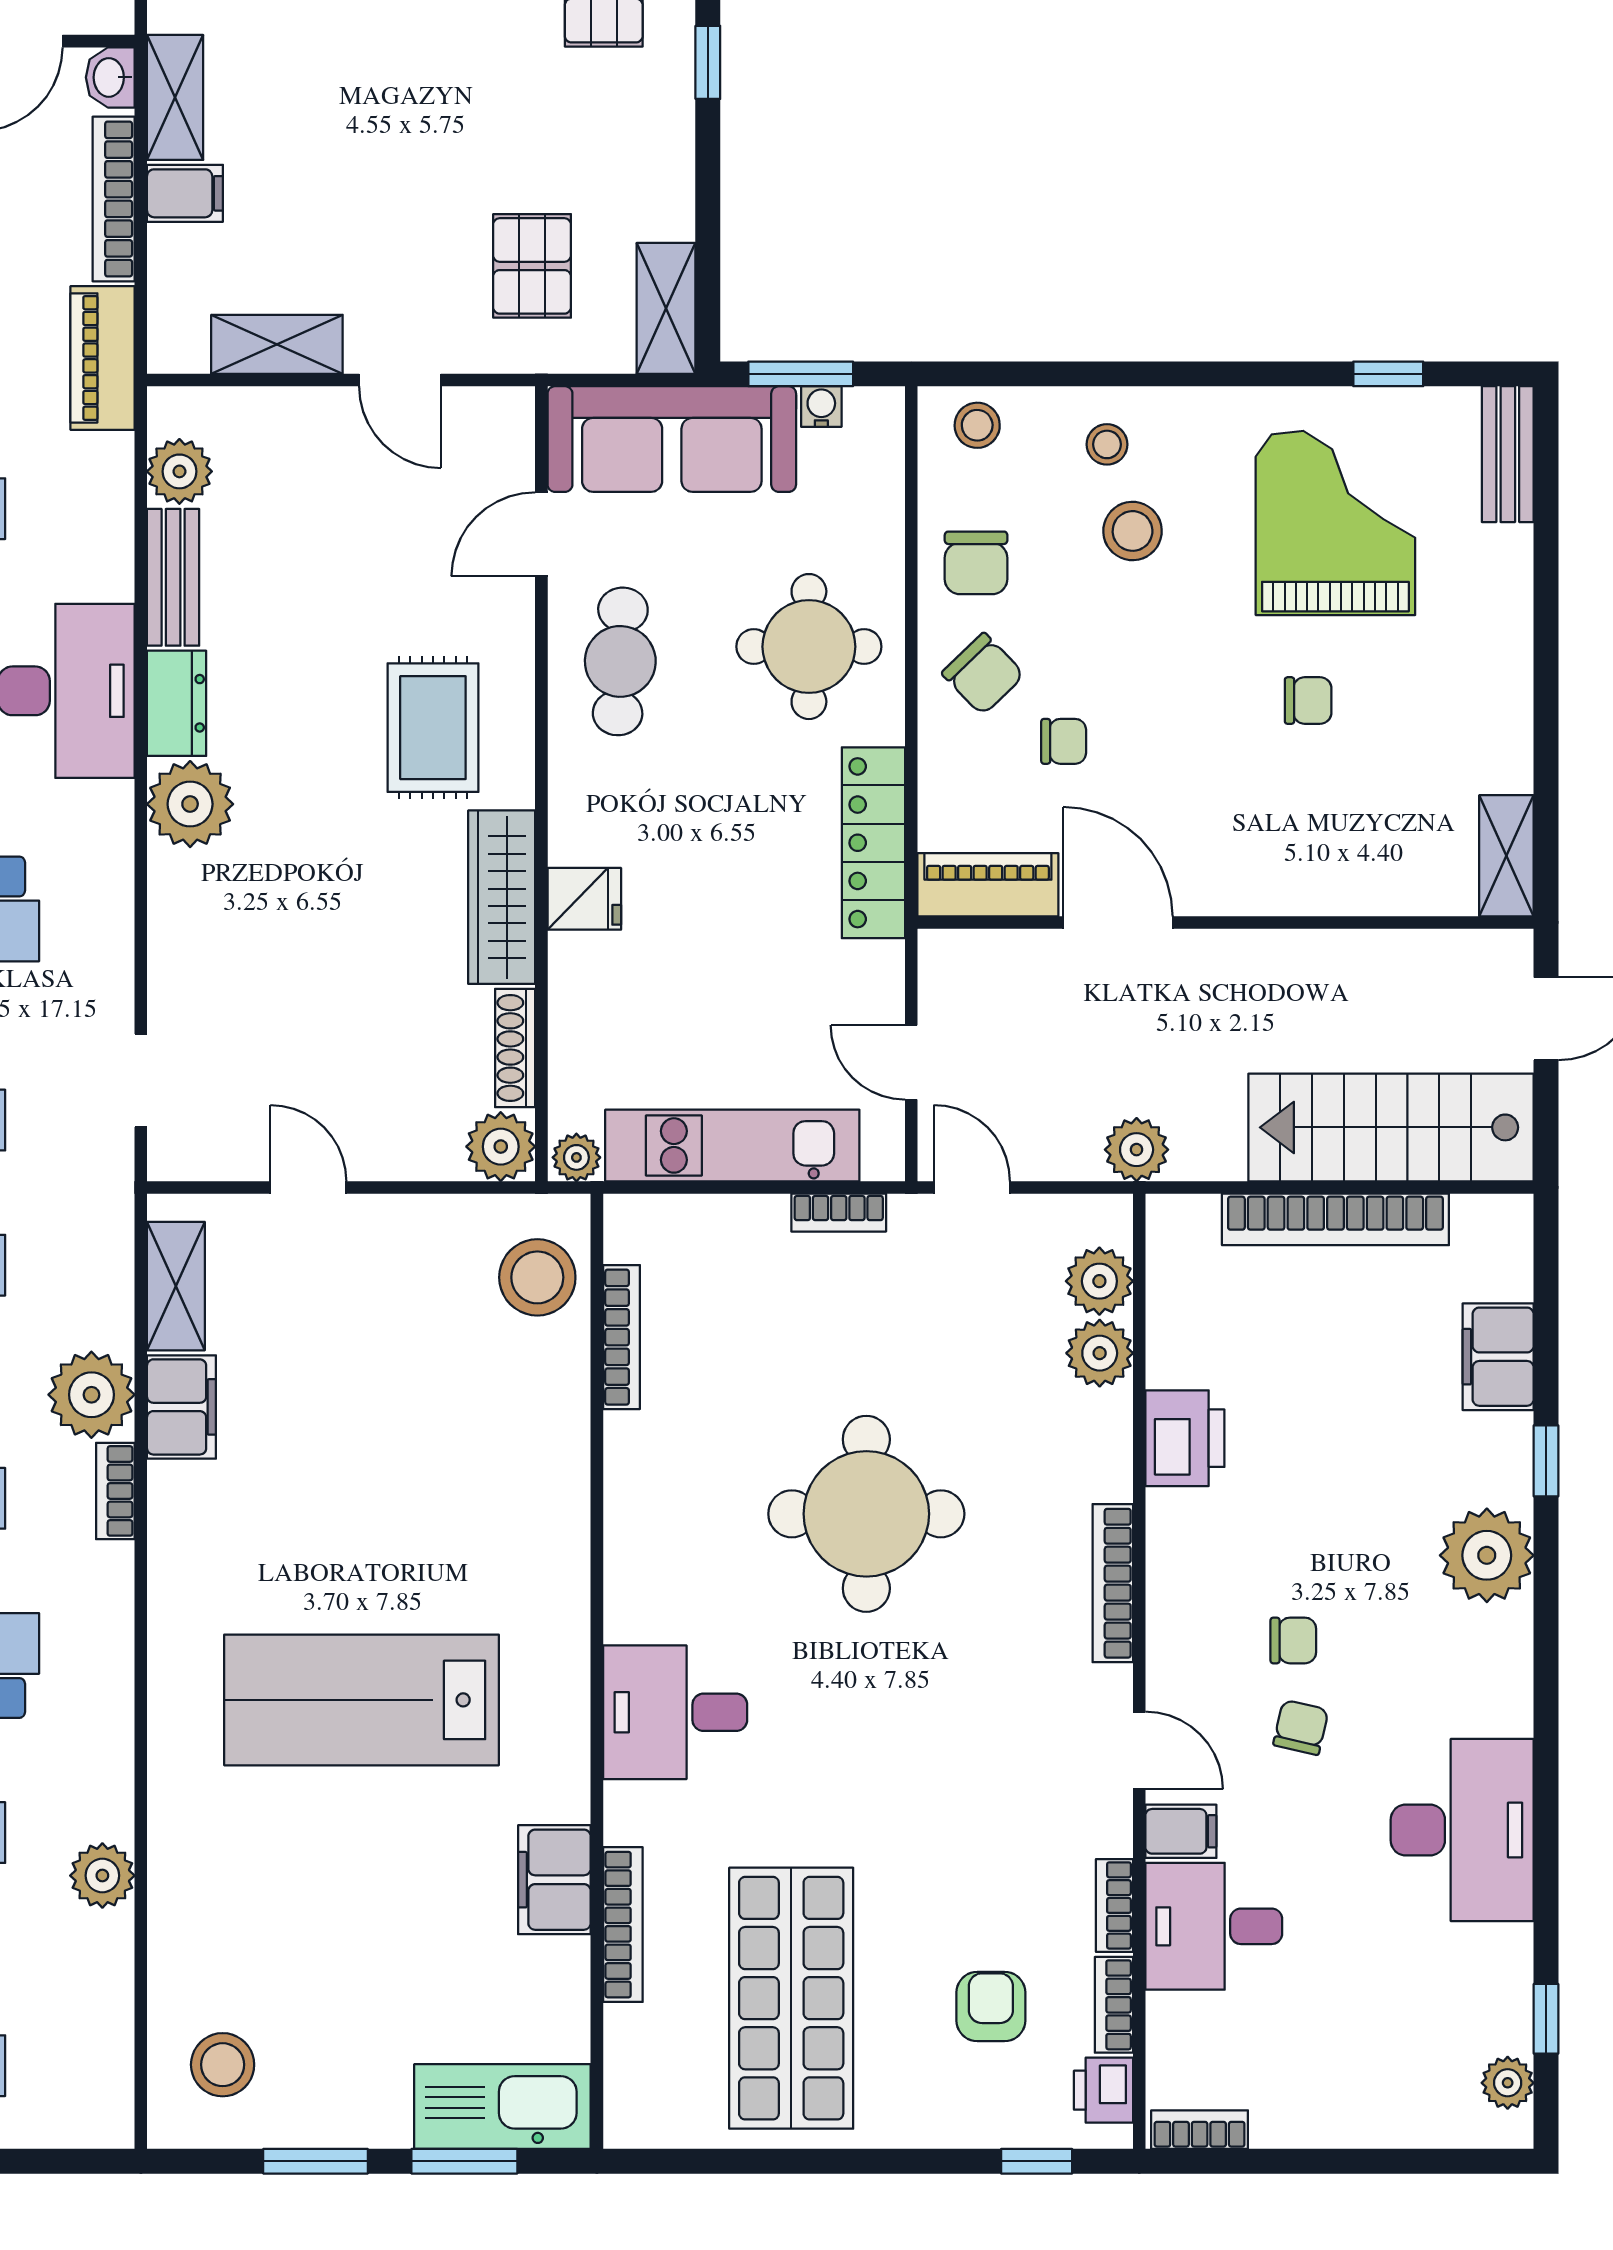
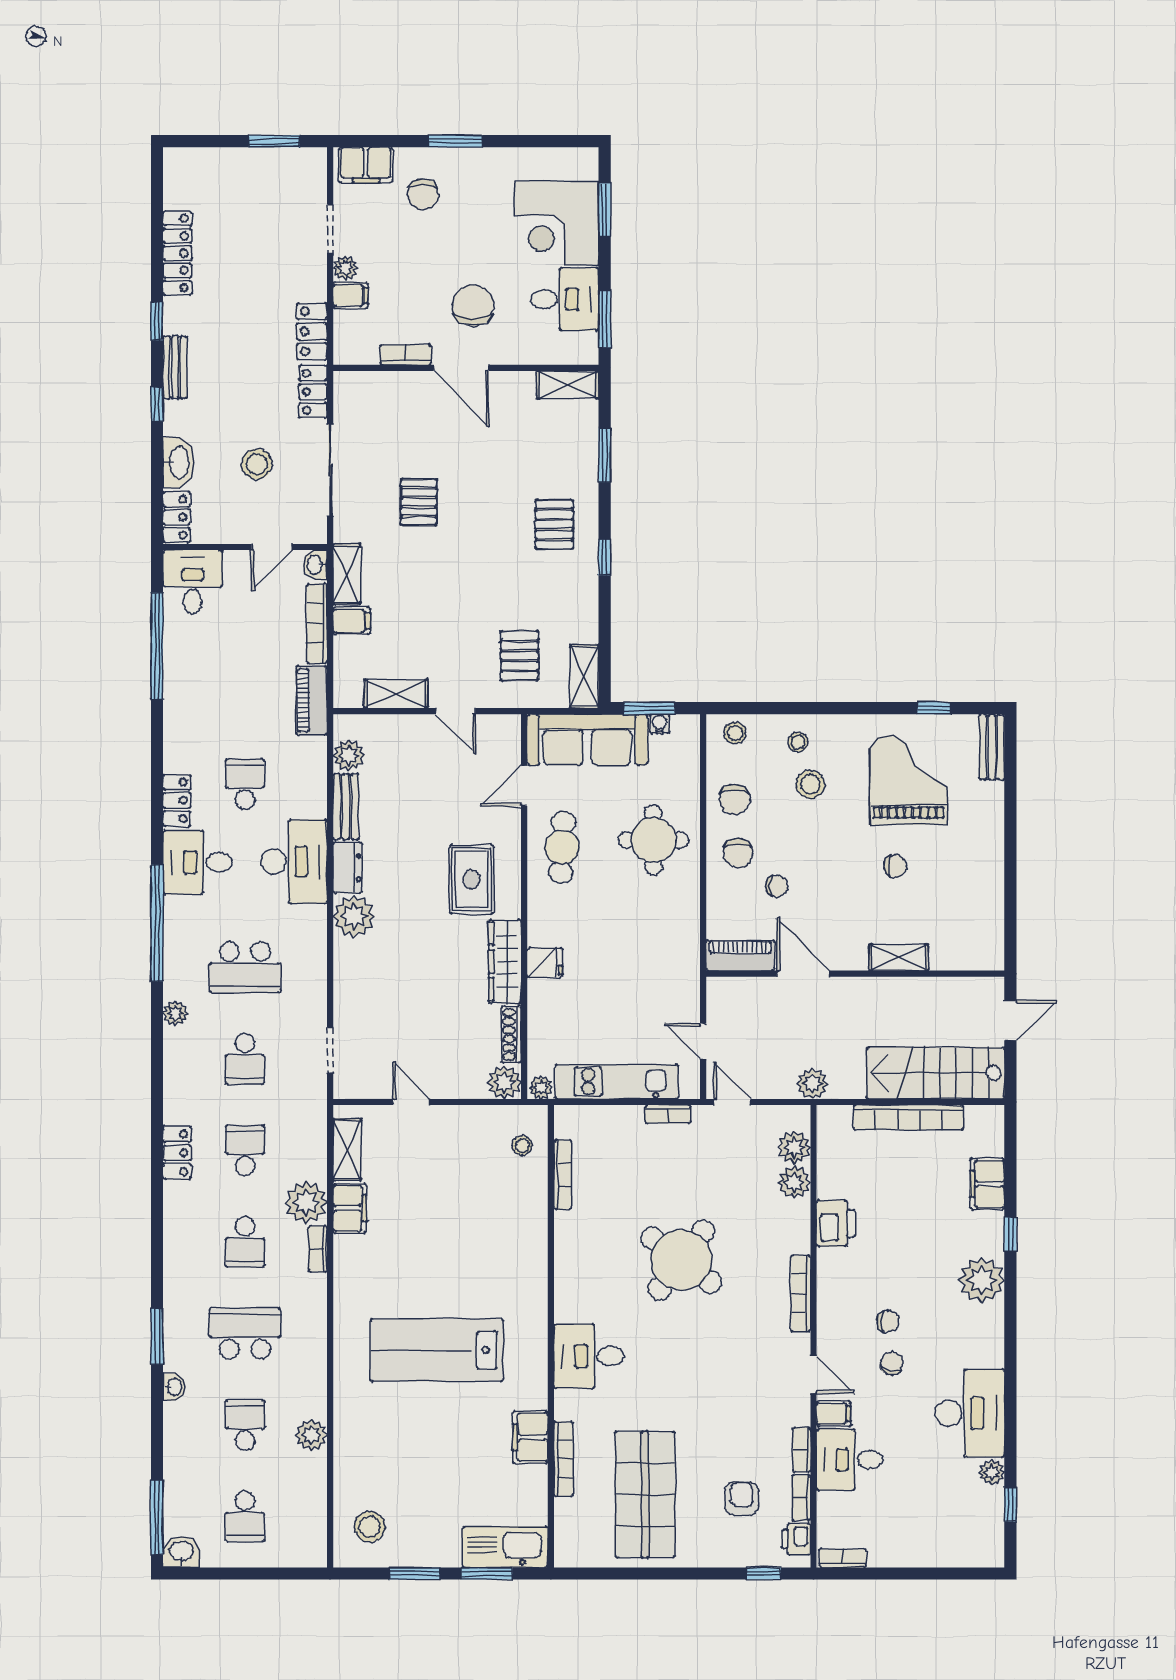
chair: (983, 674) -> (738, 853), turned 44
locker: (873, 843) -> (685, 935), removed
shelving: (1506, 856) -> (899, 958), moved, turned 90
stool: (537, 1277) -> (522, 1146), width x0.53, depth x0.53
round table: (866, 1514) -> (681, 1260), turned 37
plant: (1508, 2083) -> (992, 1472), moved

